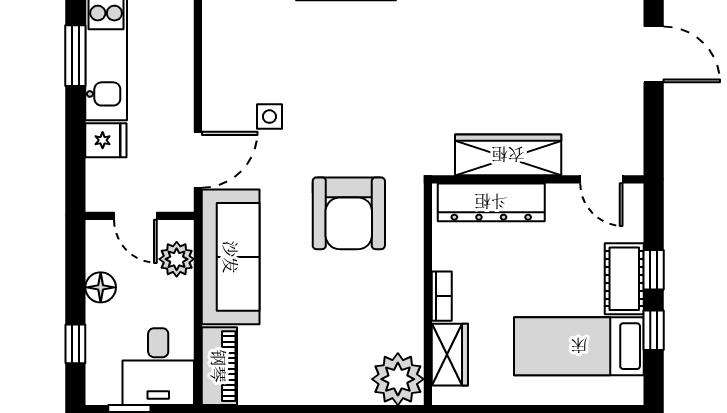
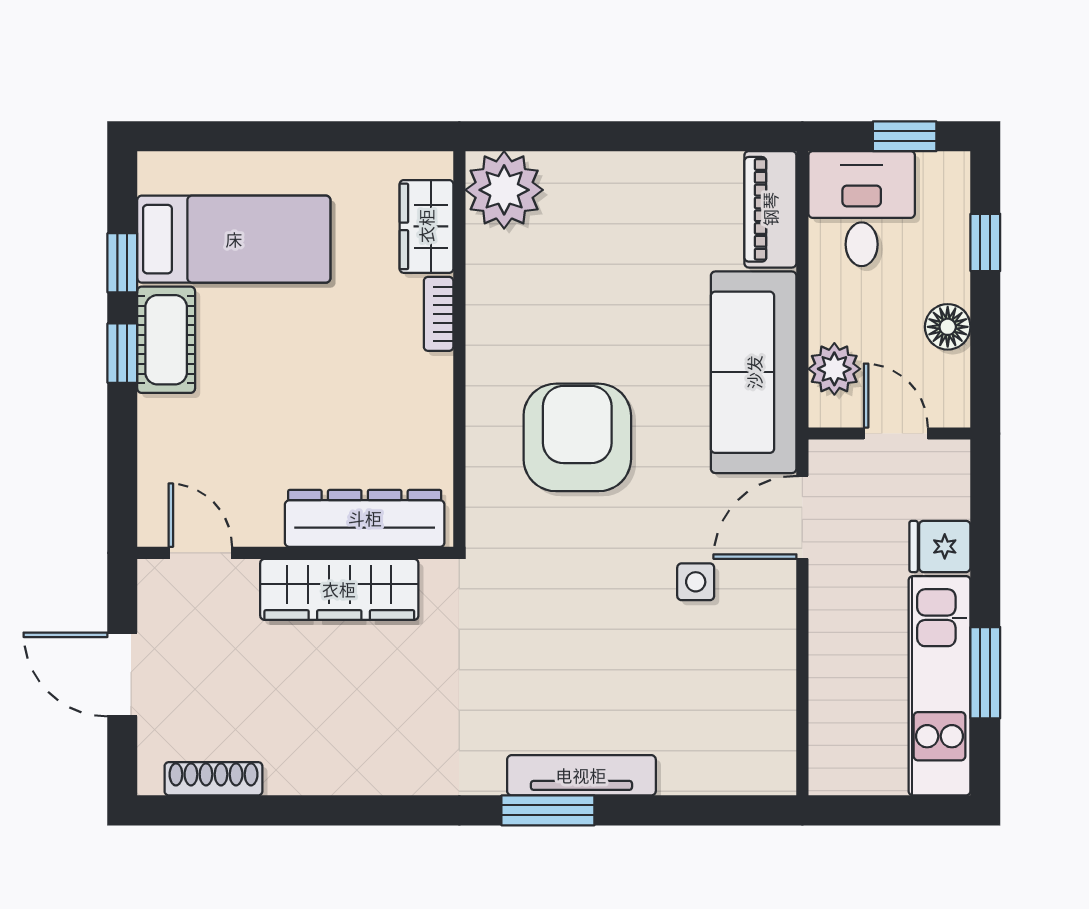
wardrobe: (508, 155) -> (339, 589), moved
wall: (538, 179) -> (295, 553), moved
door: (601, 179) -> (200, 553), moved
dresser: (491, 202) -> (365, 518), moved

